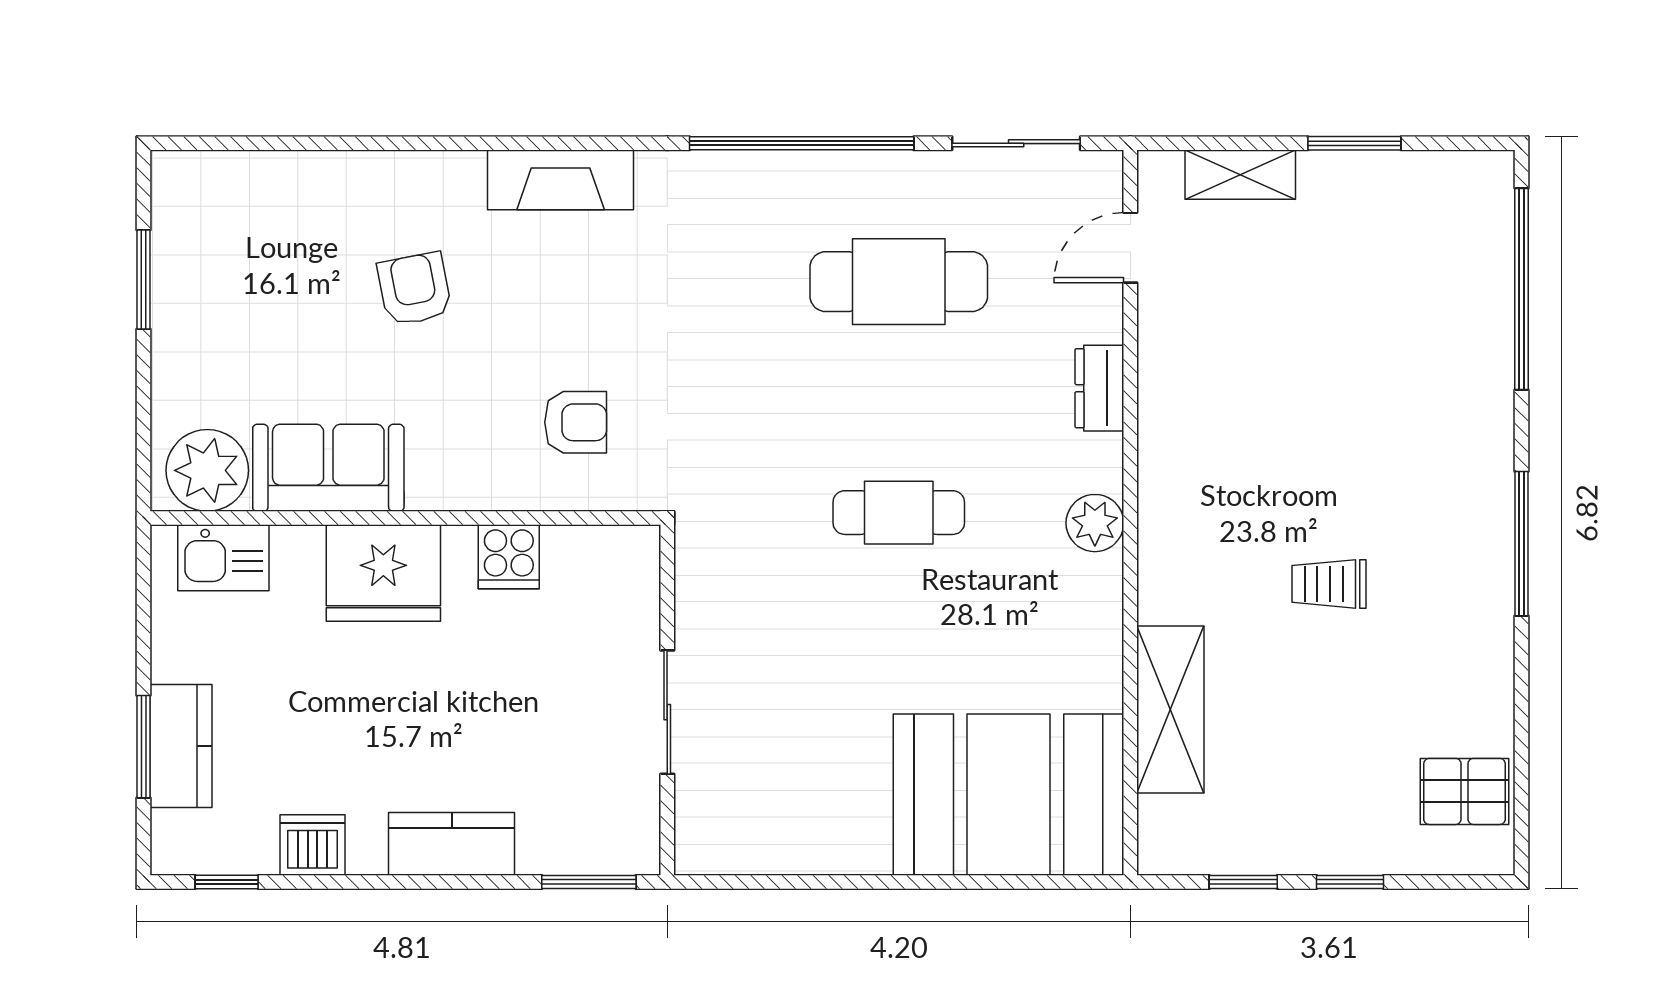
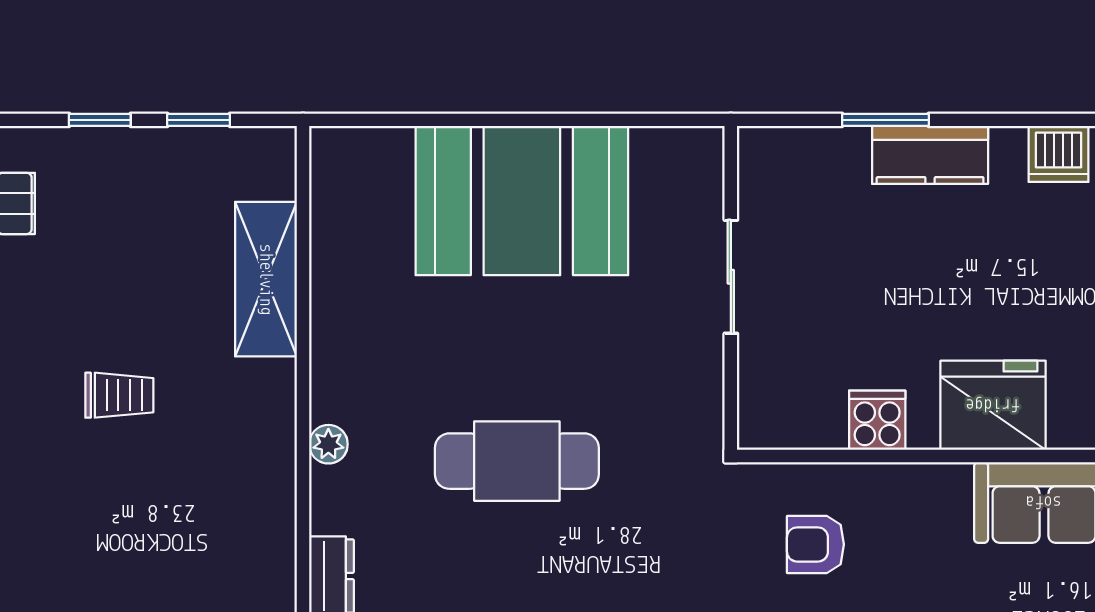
cafe table: (899, 513) -> (517, 461), width x1.37, depth x1.35
plant: (1095, 523) -> (328, 444), width x0.73, depth x0.73
booth: (1009, 795) -> (522, 201), moved
window: (589, 882) -> (885, 120), moved

